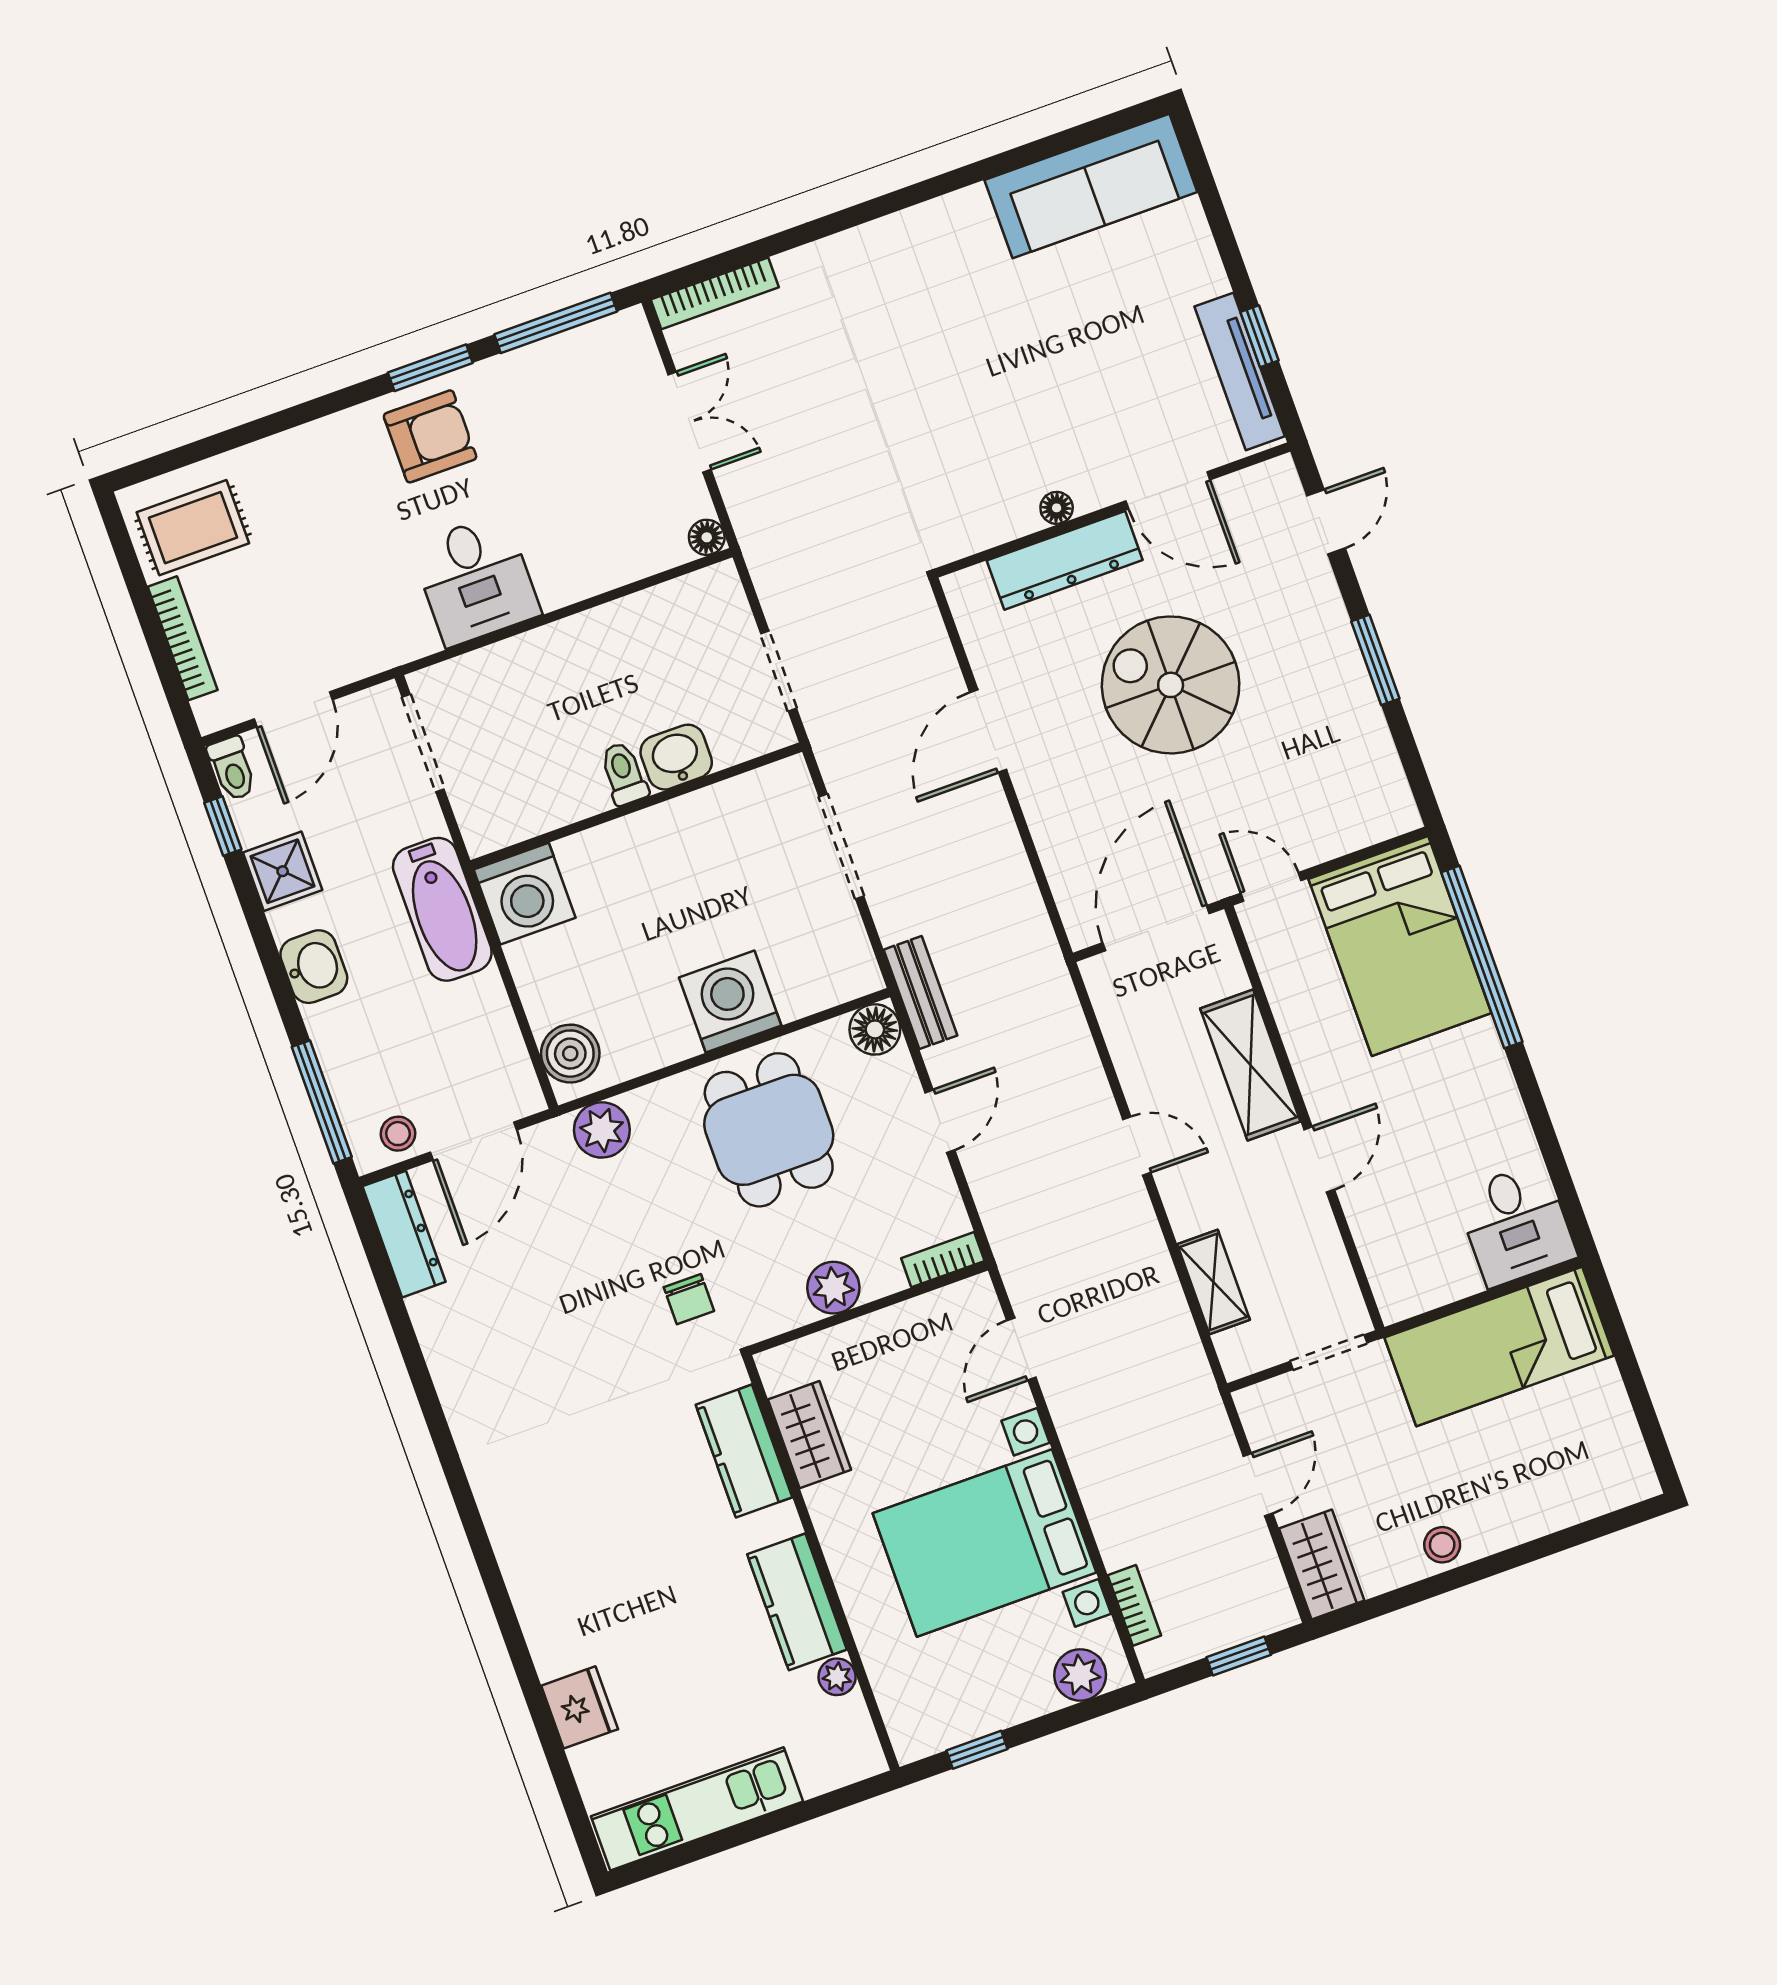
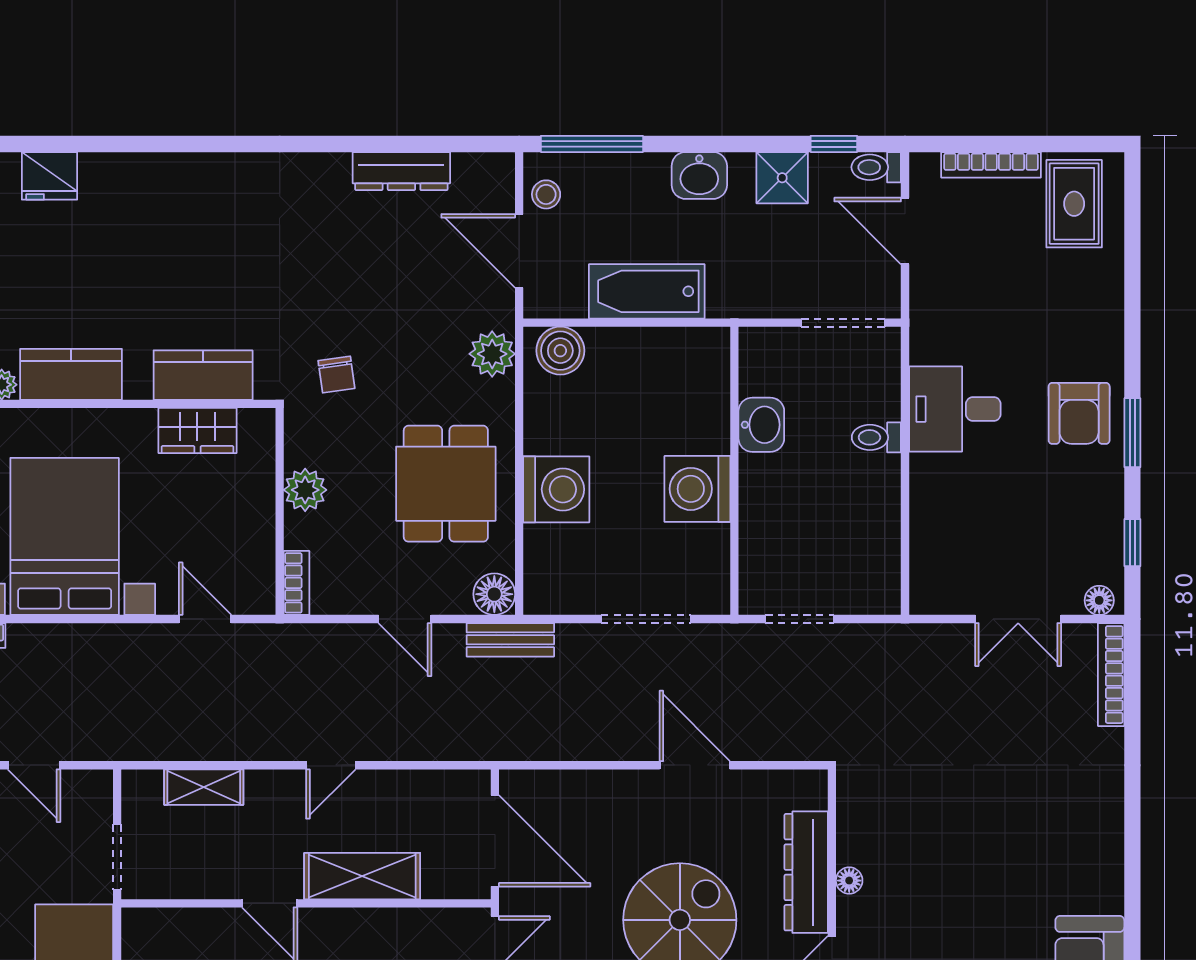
window: (556, 323) -> (1132, 543), width x0.46
floor lamp: (707, 537) -> (1099, 600), moved
washbasin: (676, 757) -> (761, 425), moved
toilet: (624, 774) -> (876, 437), moved, turned 180
washing machine: (525, 894) -> (697, 489), moved
bathtub: (442, 909) -> (647, 291), moved
dining table: (769, 1130) -> (446, 484), turned 90
dresser: (404, 1234) -> (401, 171), moved
chair: (689, 1299) -> (336, 375), turned -98

